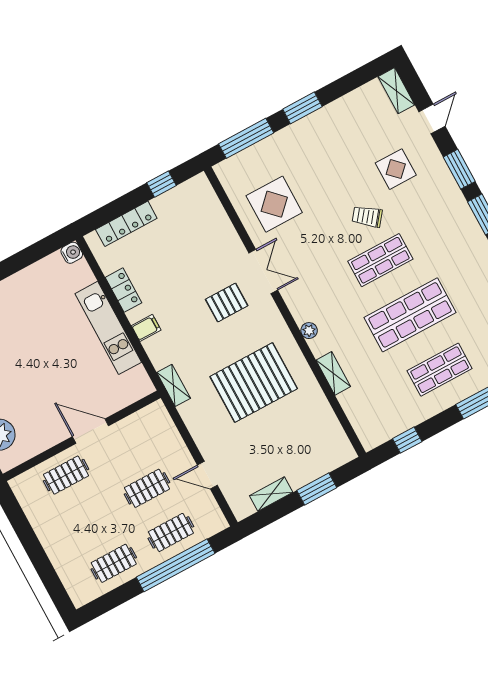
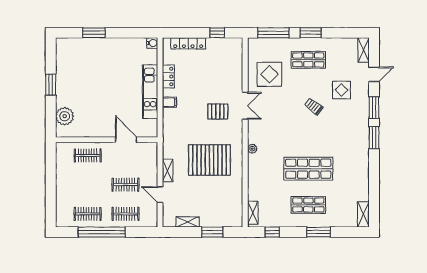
shop shelf: (380, 260) -> (308, 60), moved
shelving: (333, 373) -> (253, 213), moved
shelving: (174, 385) -> (168, 171), moved
door: (90, 431) -> (126, 140), moved
window: (176, 565) -> (102, 232), moved

